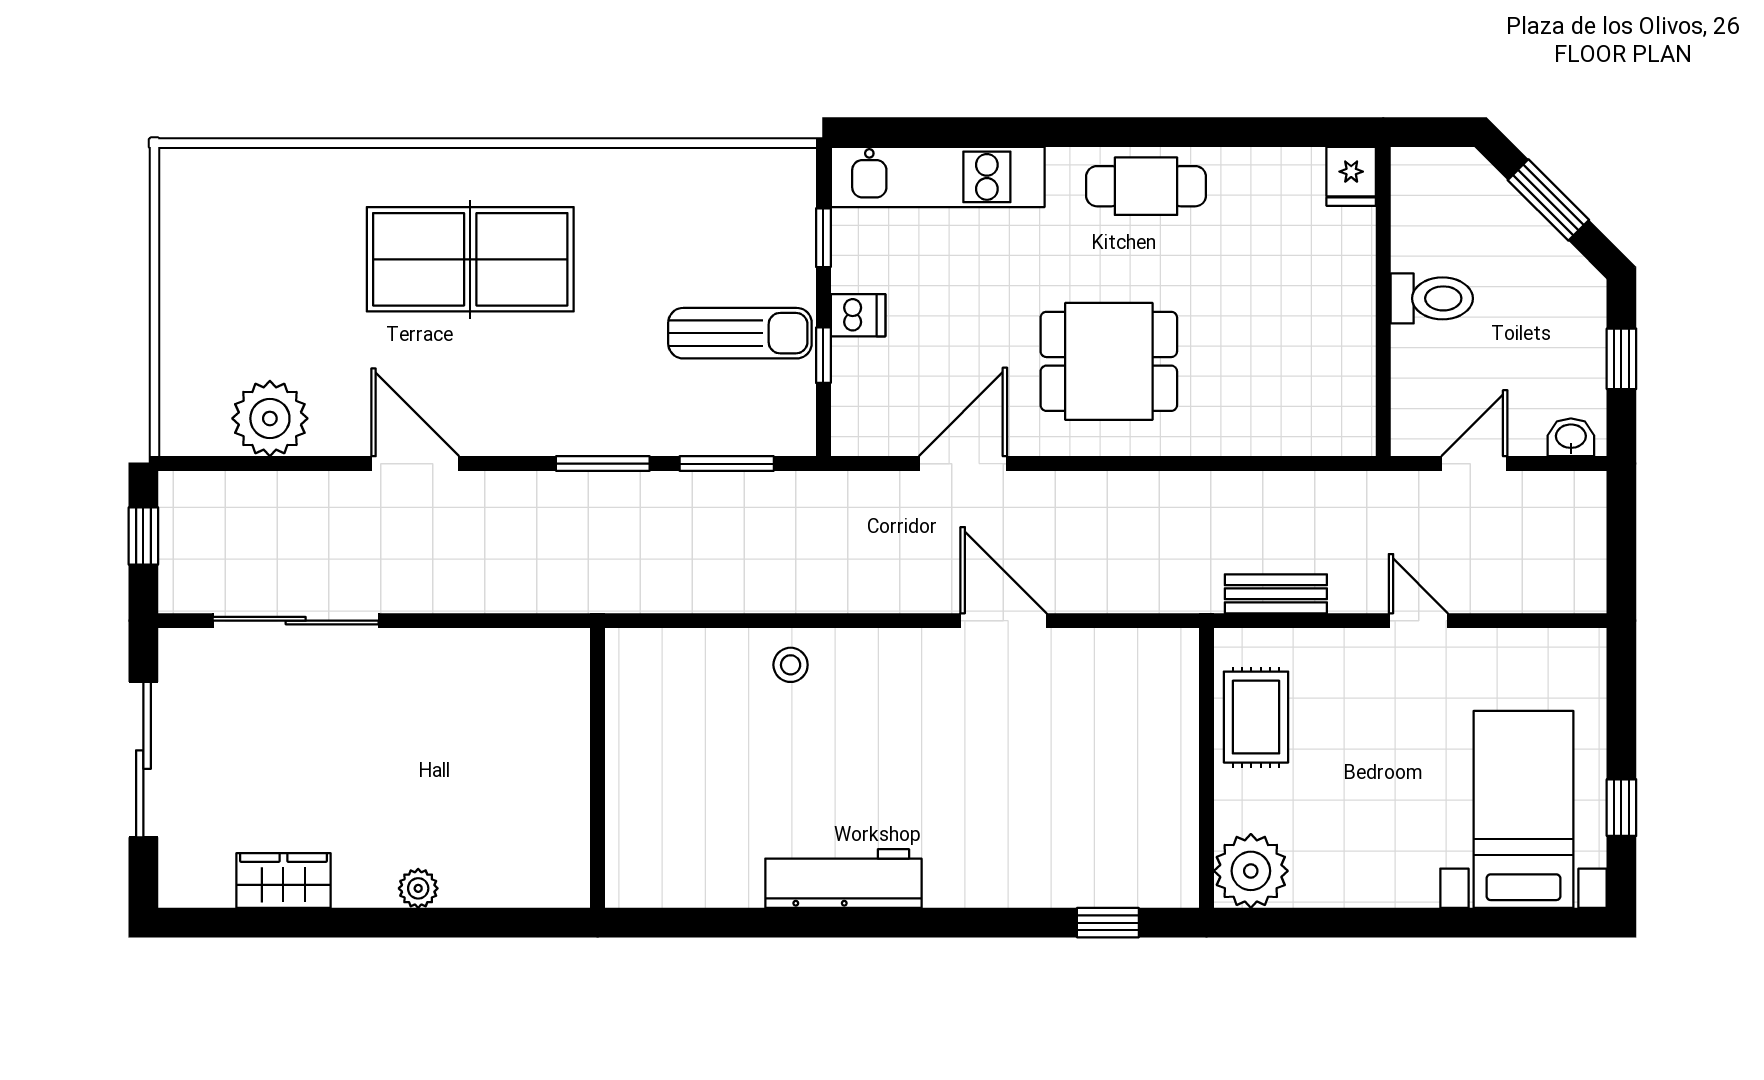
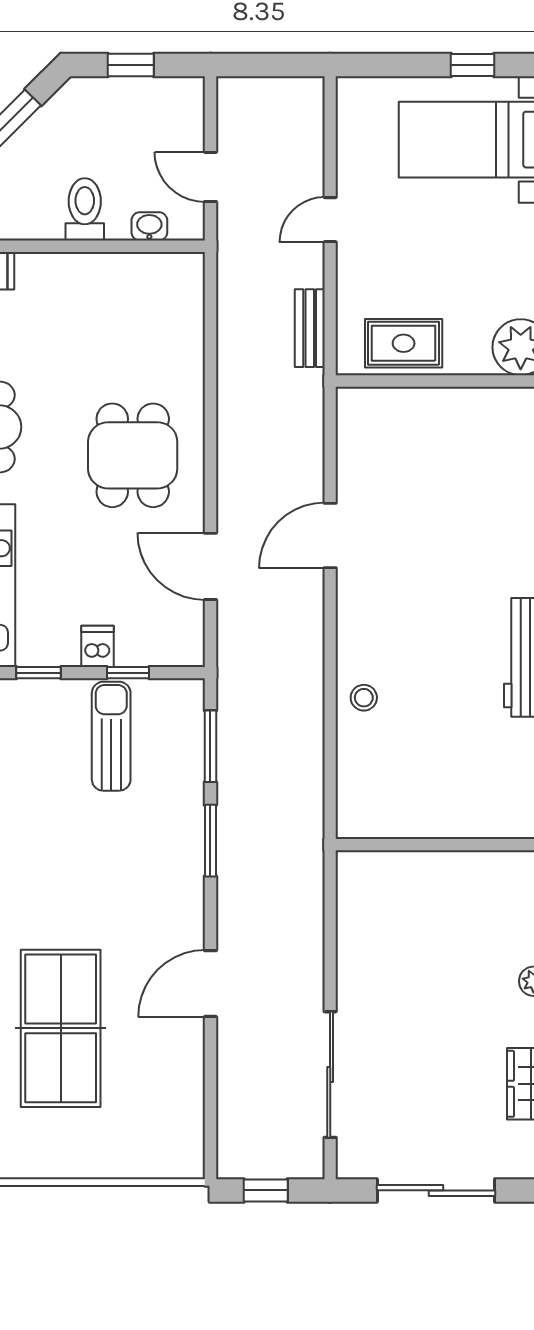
table tennis table: (470, 259) -> (61, 1028), moved
plant: (270, 418) -> (176, 1094), removed
washbasin: (1571, 437) -> (149, 226), moved, turned 90

